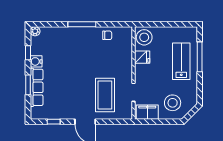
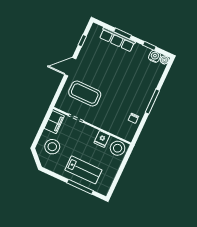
water cooler: (36, 61) -> (155, 56), moved

